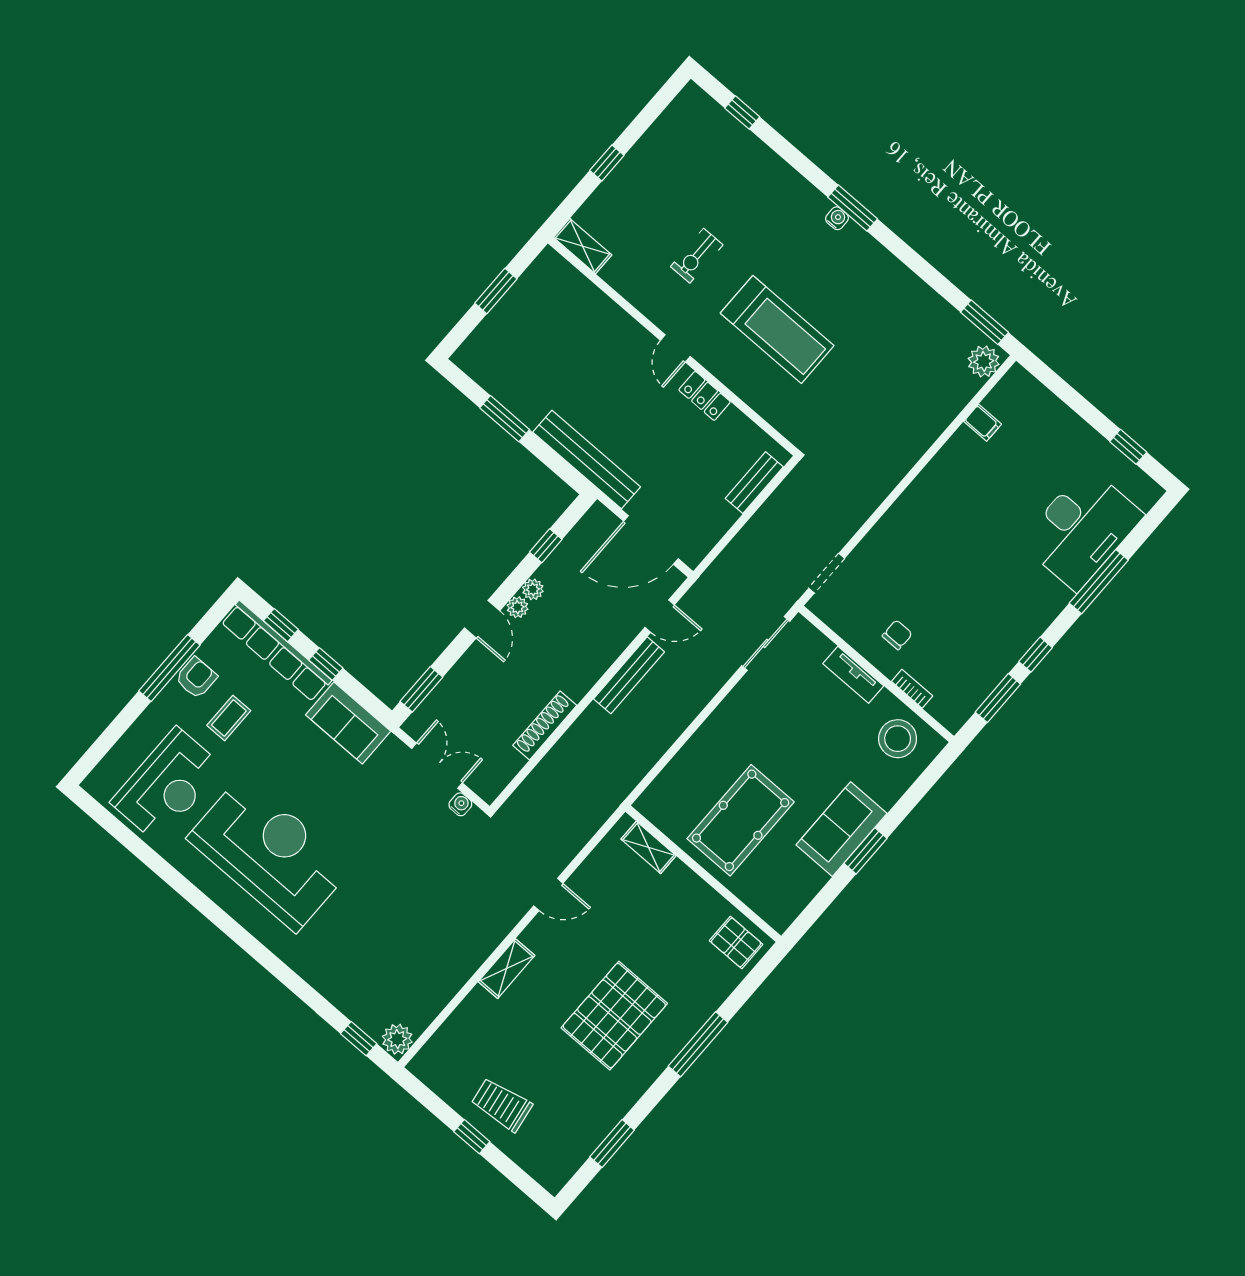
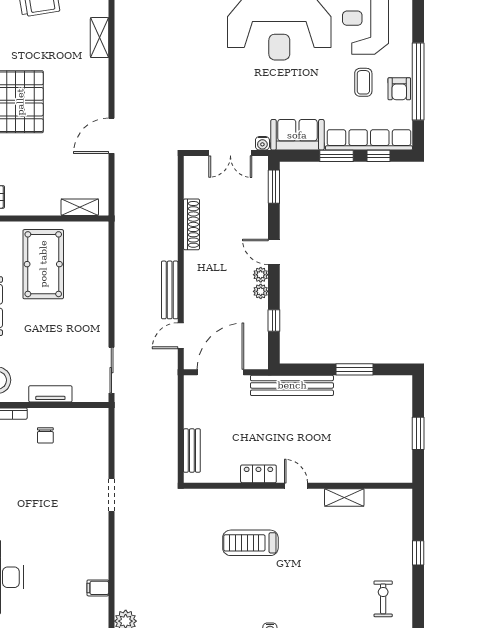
shelving: (583, 246) -> (344, 497), moved
exercise bike: (697, 256) -> (383, 599), moved
treadmill: (777, 329) -> (250, 543), width x0.73, depth x0.73
doorway: (827, 573) -> (111, 495), moved
window: (326, 664) -> (337, 156), width x1.50
window: (169, 668) -> (418, 82), width x1.46
water cooler: (460, 804) -> (262, 143), moved
door: (548, 895) -> (111, 136), width x1.38
shelving: (507, 969) -> (100, 38), moved

